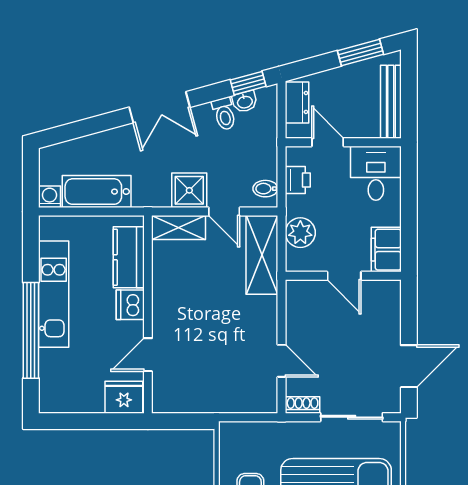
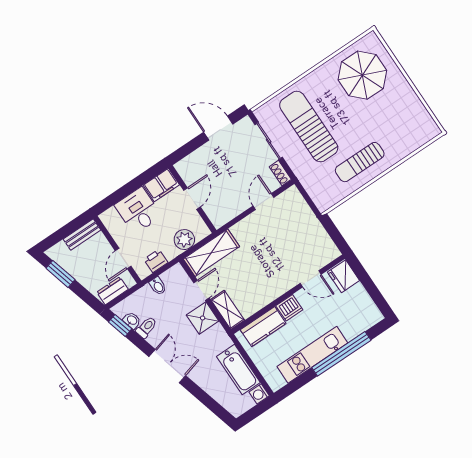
bench: (391, 102) -> (82, 235), width x0.73
desk: (376, 173) -> (138, 211), moved, turned 90
bidet: (265, 189) -> (158, 286), moved

